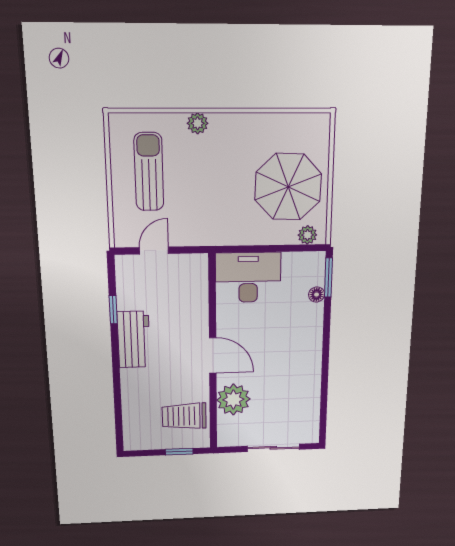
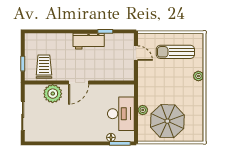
sun lounger: (149, 172) -> (175, 52), turned 180
plant: (307, 235) -> (143, 110), moved
desk: (248, 277) -> (121, 114), moved

